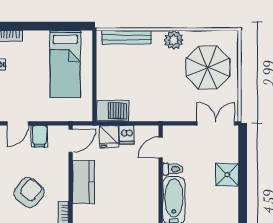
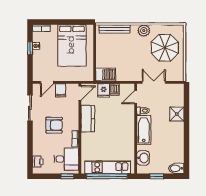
bed: (65, 64) -> (72, 45), width x1.50
double door: (216, 123) -> (154, 82), moved
armchair: (29, 193) -> (54, 125), turned 51

